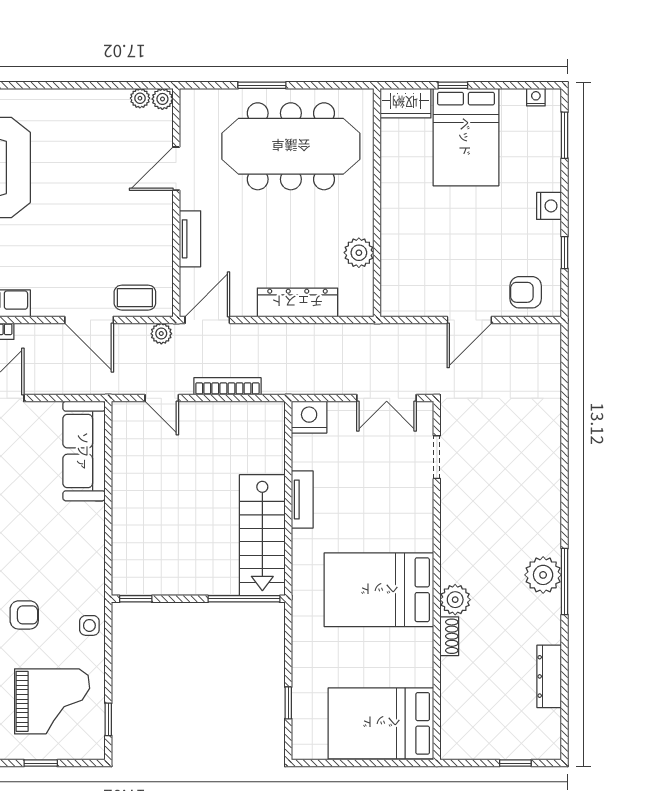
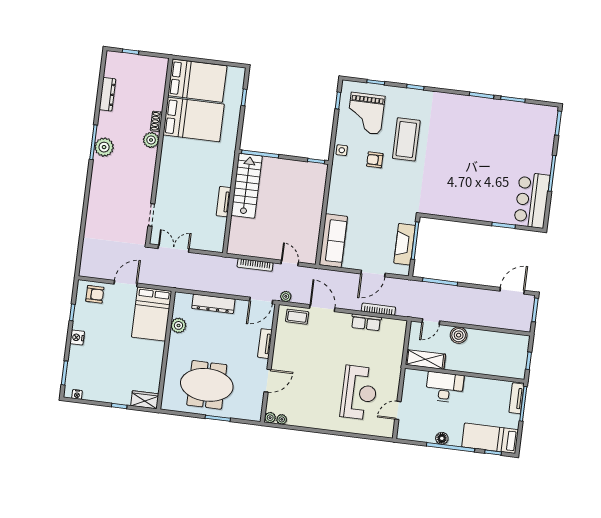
bed: (466, 137) -> (152, 314), moved, turned 180
meeting table: (291, 146) -> (207, 385), width x0.73
nightstand: (309, 417) -> (215, 244), removed
bed: (379, 590) -> (194, 120), moved
grand piano: (52, 701) -> (366, 113), turned -90

